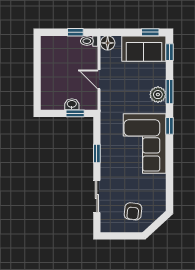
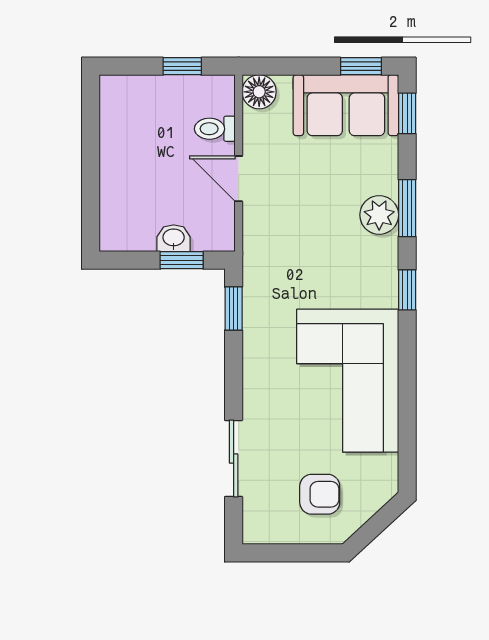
toilet: (89, 41) -> (215, 129), moved
corner sofa: (145, 143) -> (348, 381), moved
window: (97, 153) -> (234, 309), moved
armchair: (133, 211) -> (320, 494), turned -96

